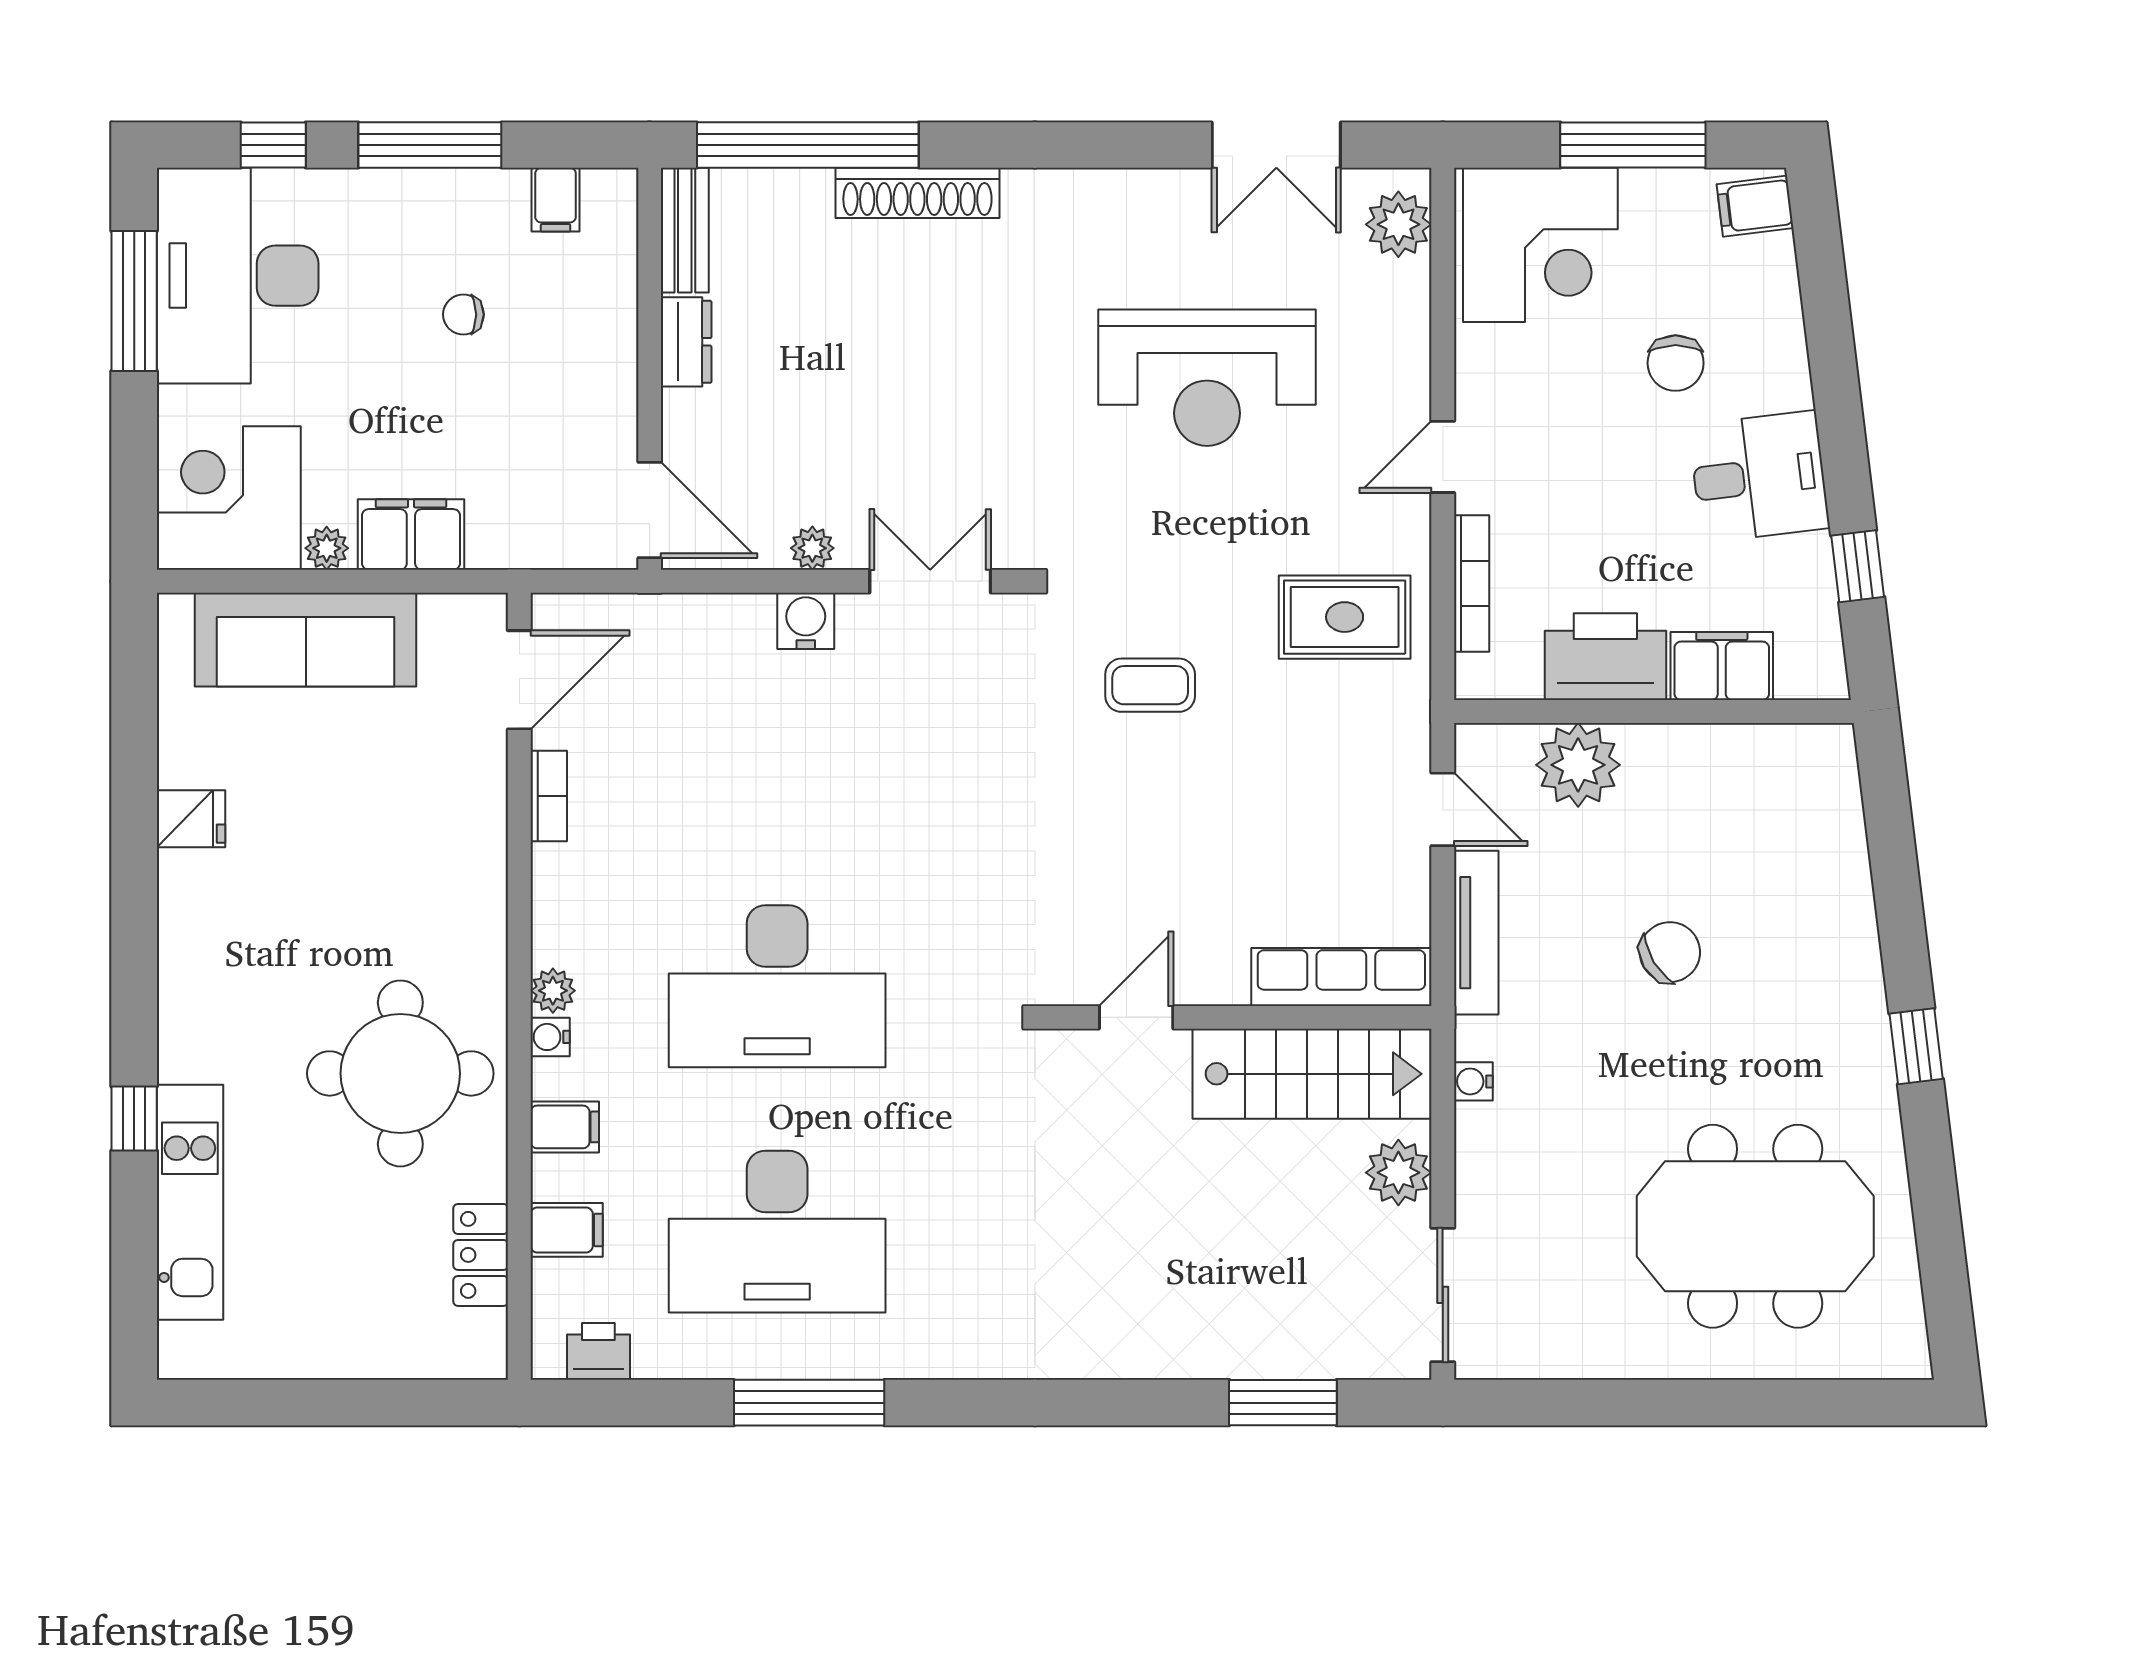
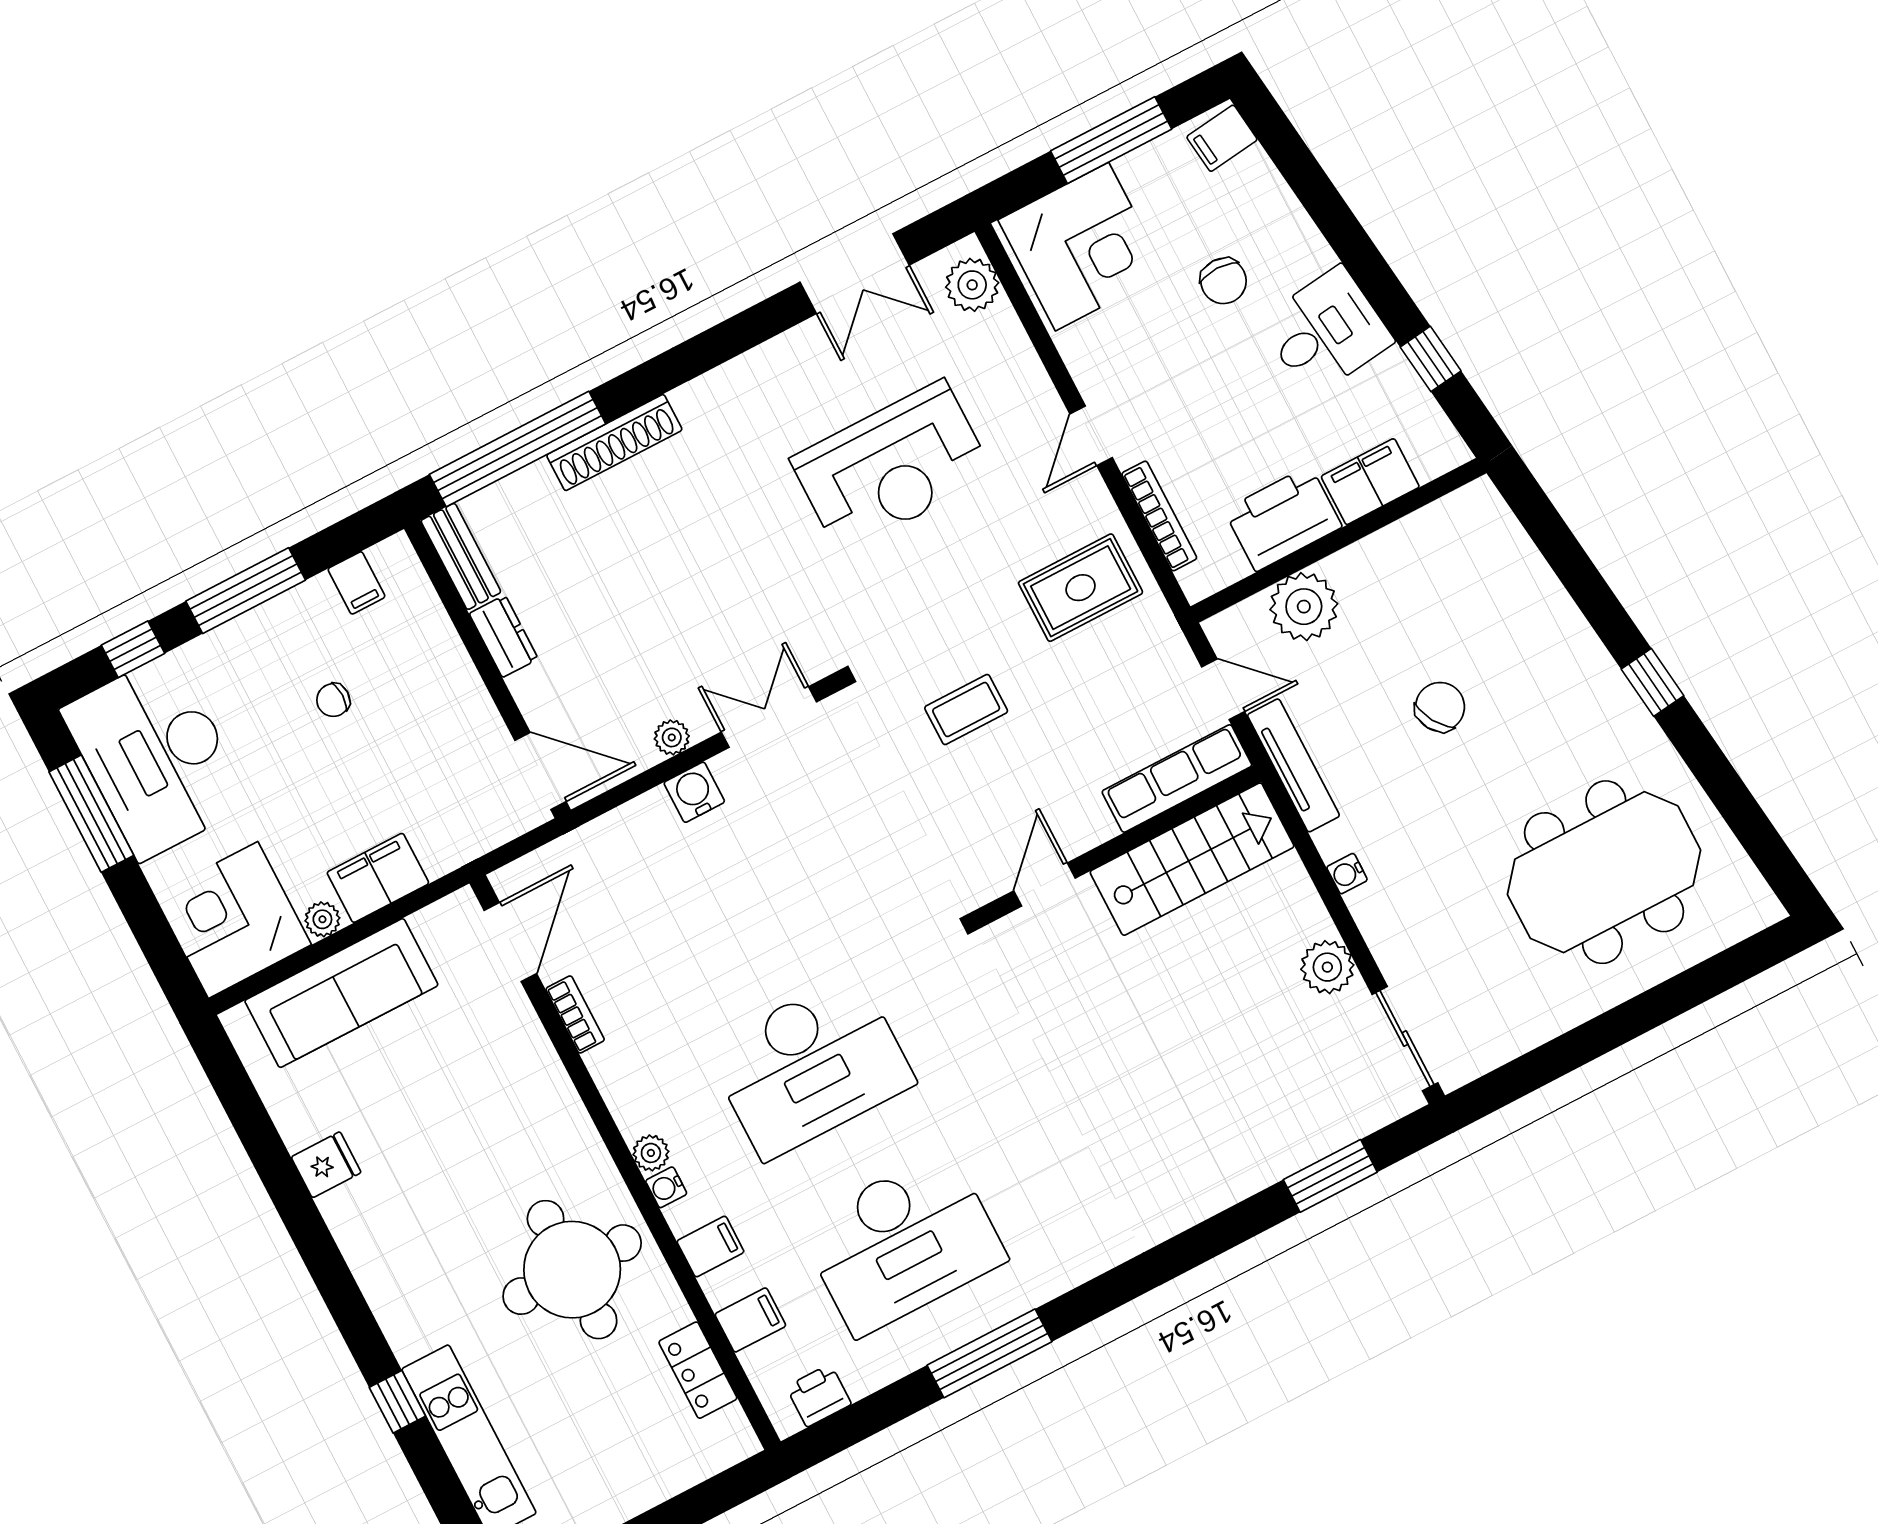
row of seats: (1341, 977) -> (1177, 778), moved
door: (1136, 1017) -> (1044, 884), moved
wall: (1239, 1017) -> (1118, 846), moved
stairs: (1312, 1074) -> (1192, 859), moved

